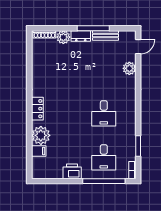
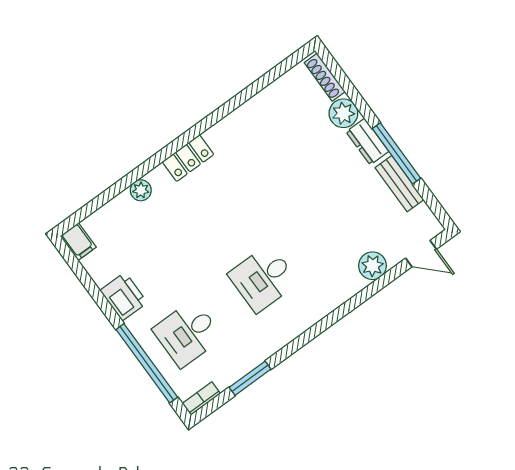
plant: (41, 135) -> (141, 190), width x0.53, depth x0.53
filing cabinet: (39, 151) -> (78, 242), moved

